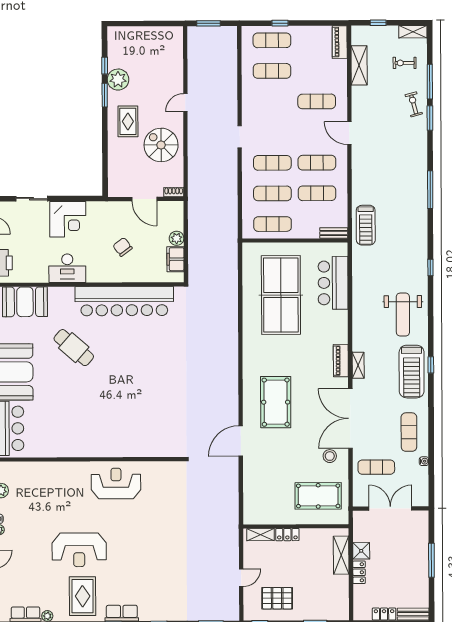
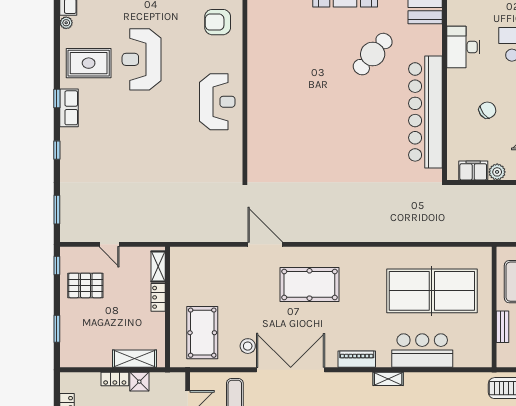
bench: (334, 233) -> (502, 327), moved
bar counter: (333, 283) -> (422, 351), moved
shelving: (358, 365) -> (388, 379), moved
armchair: (46, 483) -> (218, 22), added
pallet: (277, 598) -> (85, 285), turned 90

